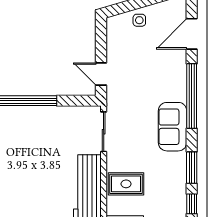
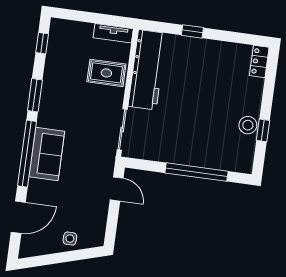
sofa: (173, 127) -> (47, 154), moved
window: (192, 168) -> (35, 95), moved

